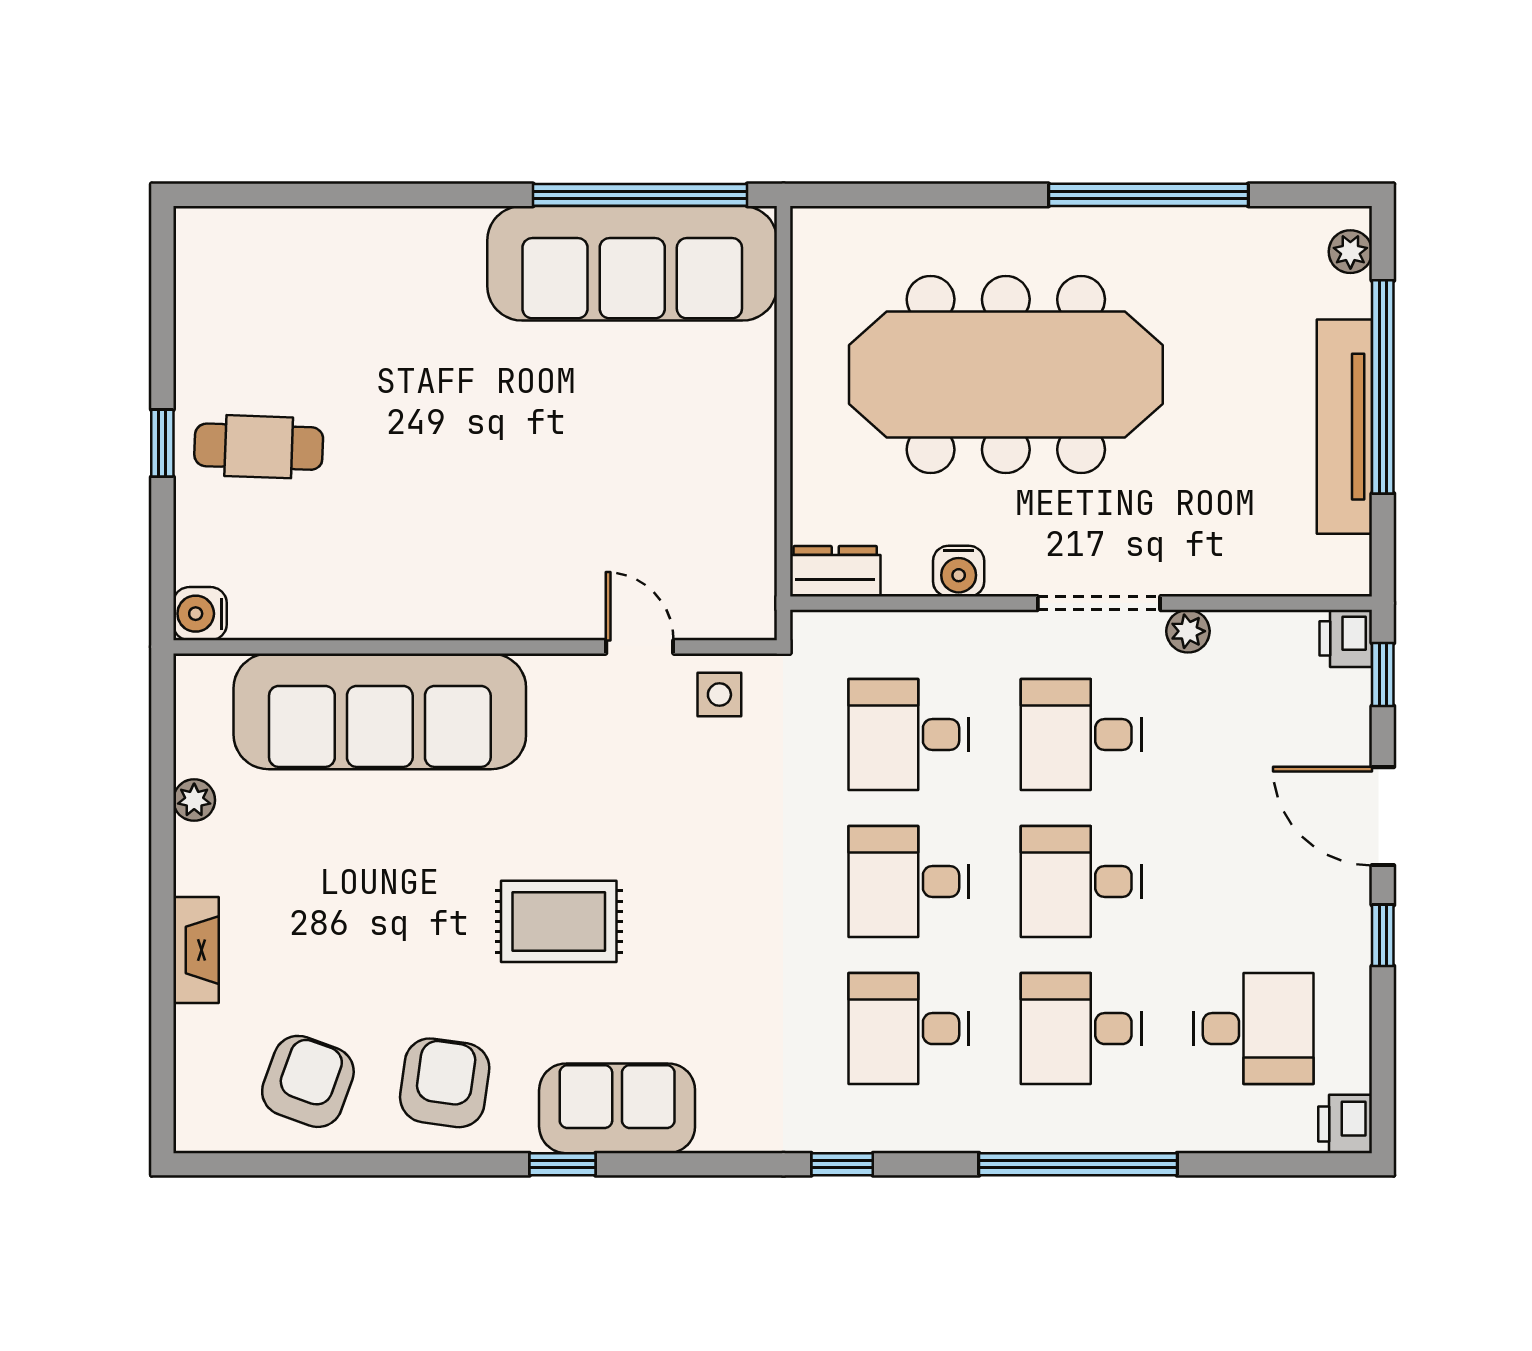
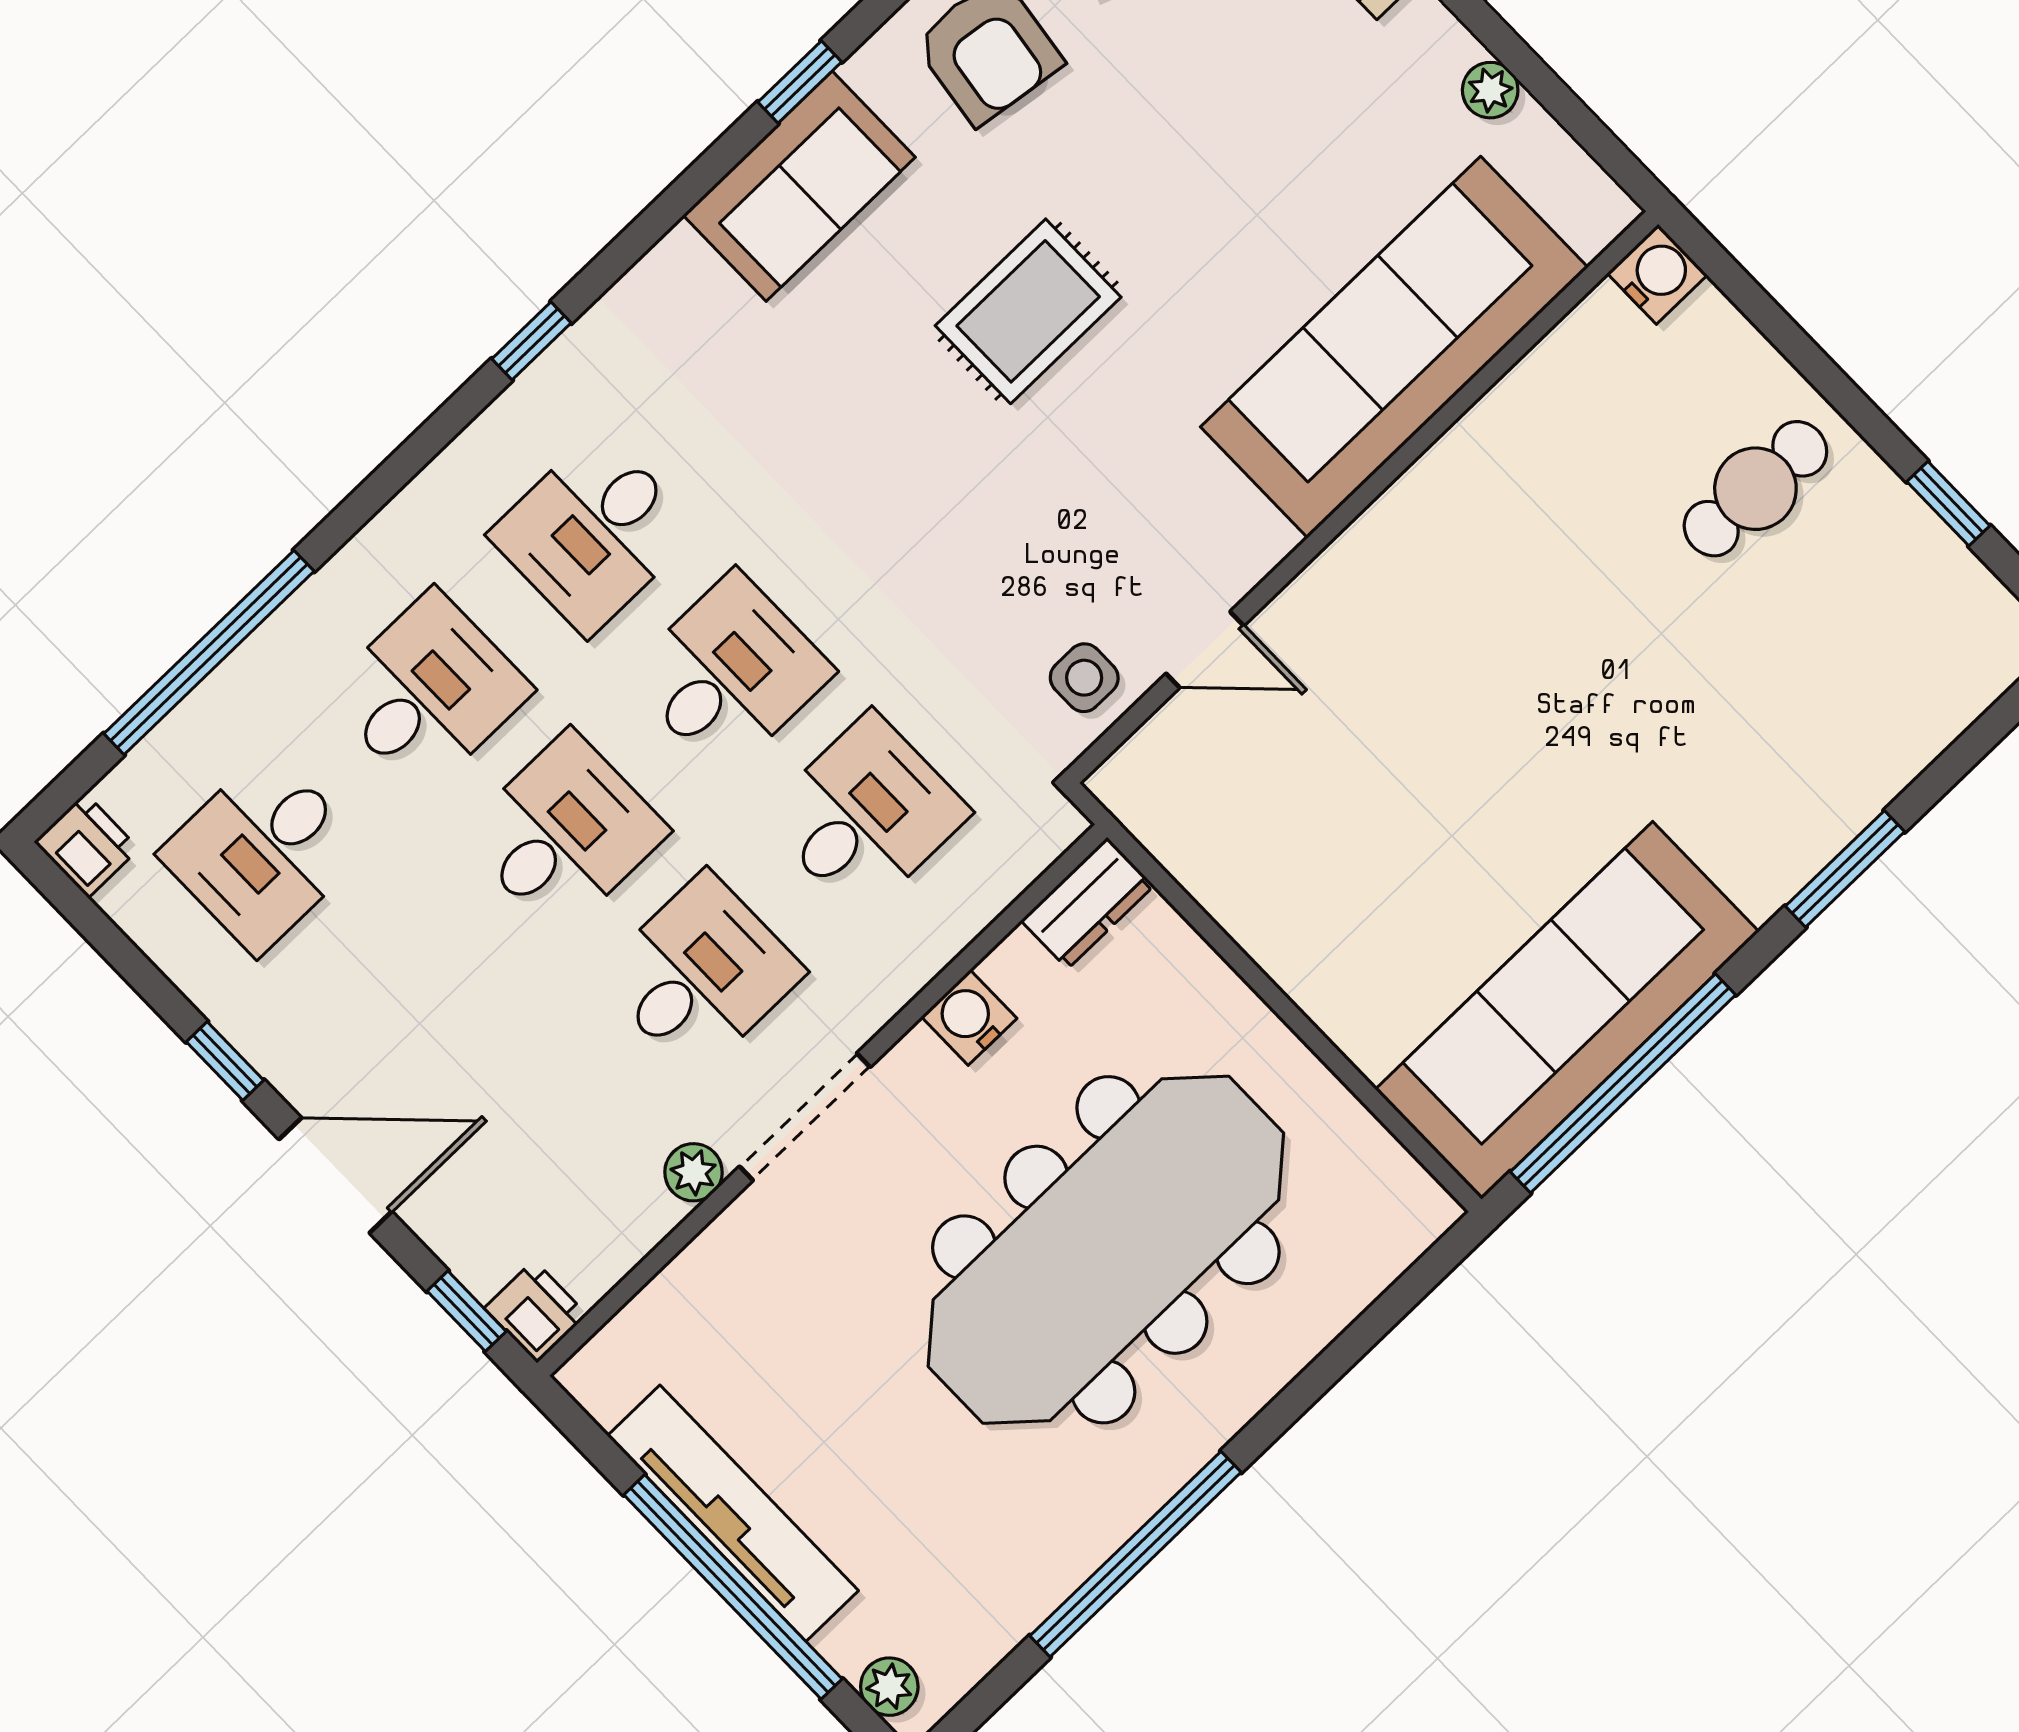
window: (409, 195) -> (1845, 869), added
window: (162, 443) -> (1948, 504), moved
desk: (909, 1029) -> (593, 533), turned 180
window: (1078, 1164) -> (209, 652), moved

